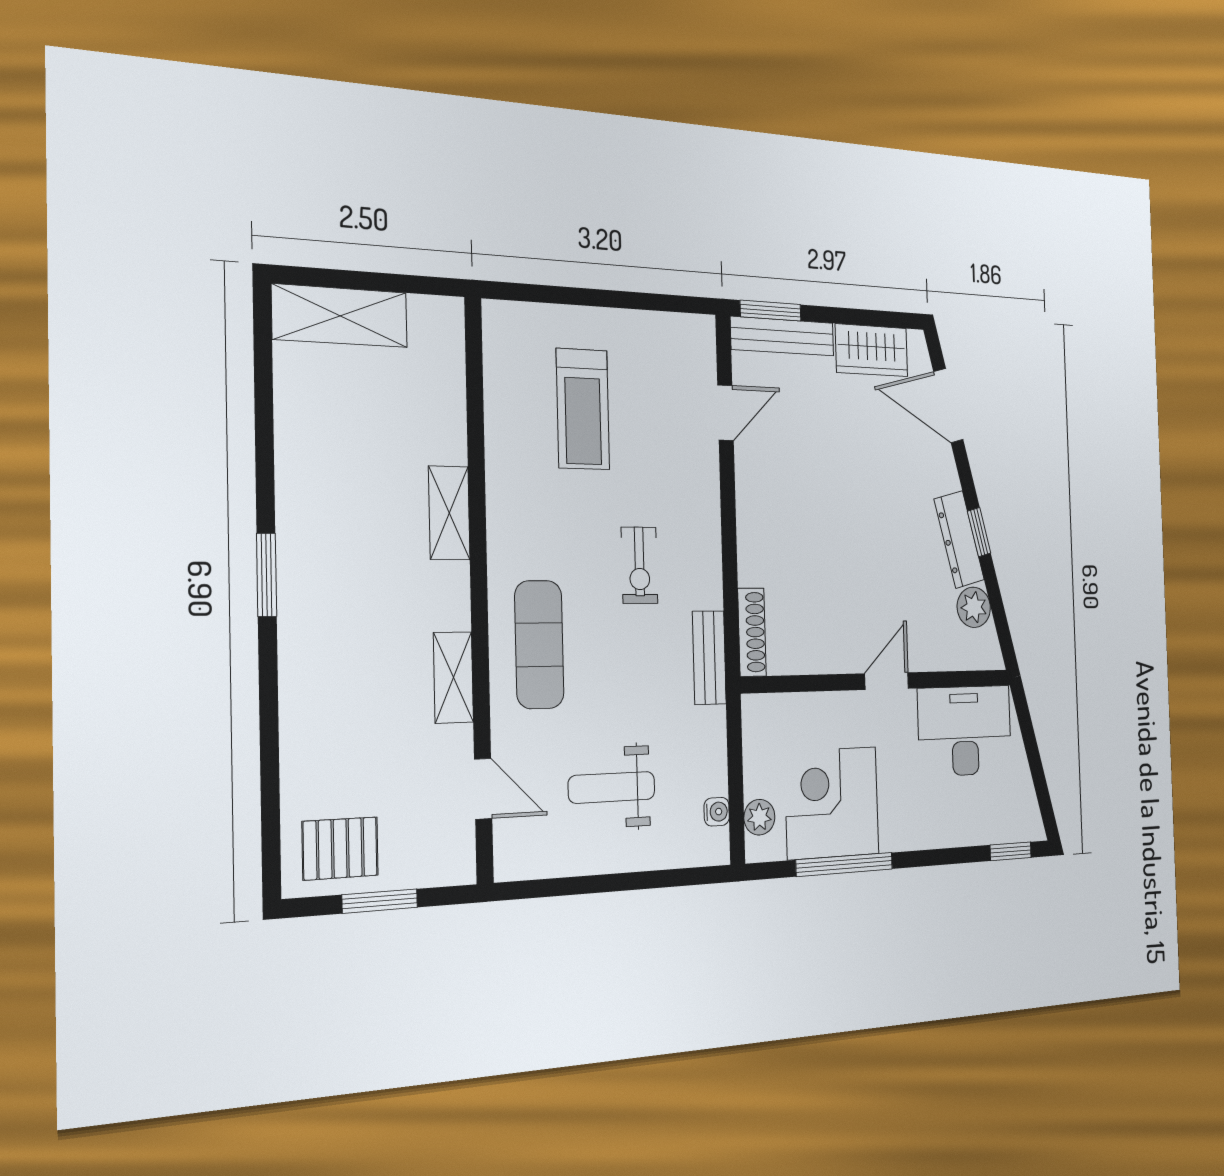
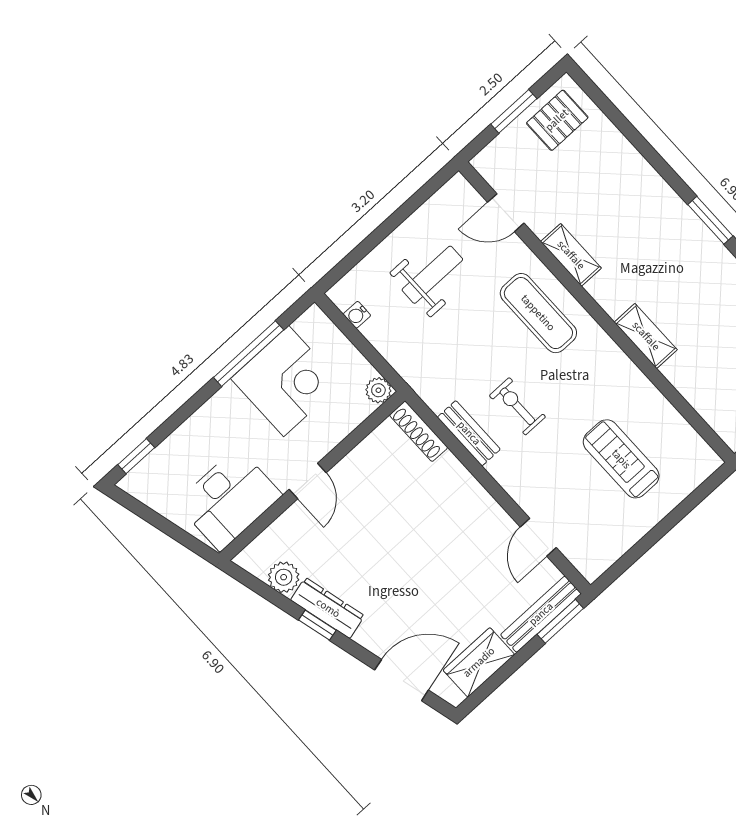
bench: (709, 658) -> (469, 433), moved
plant: (759, 817) -> (378, 390), moved

